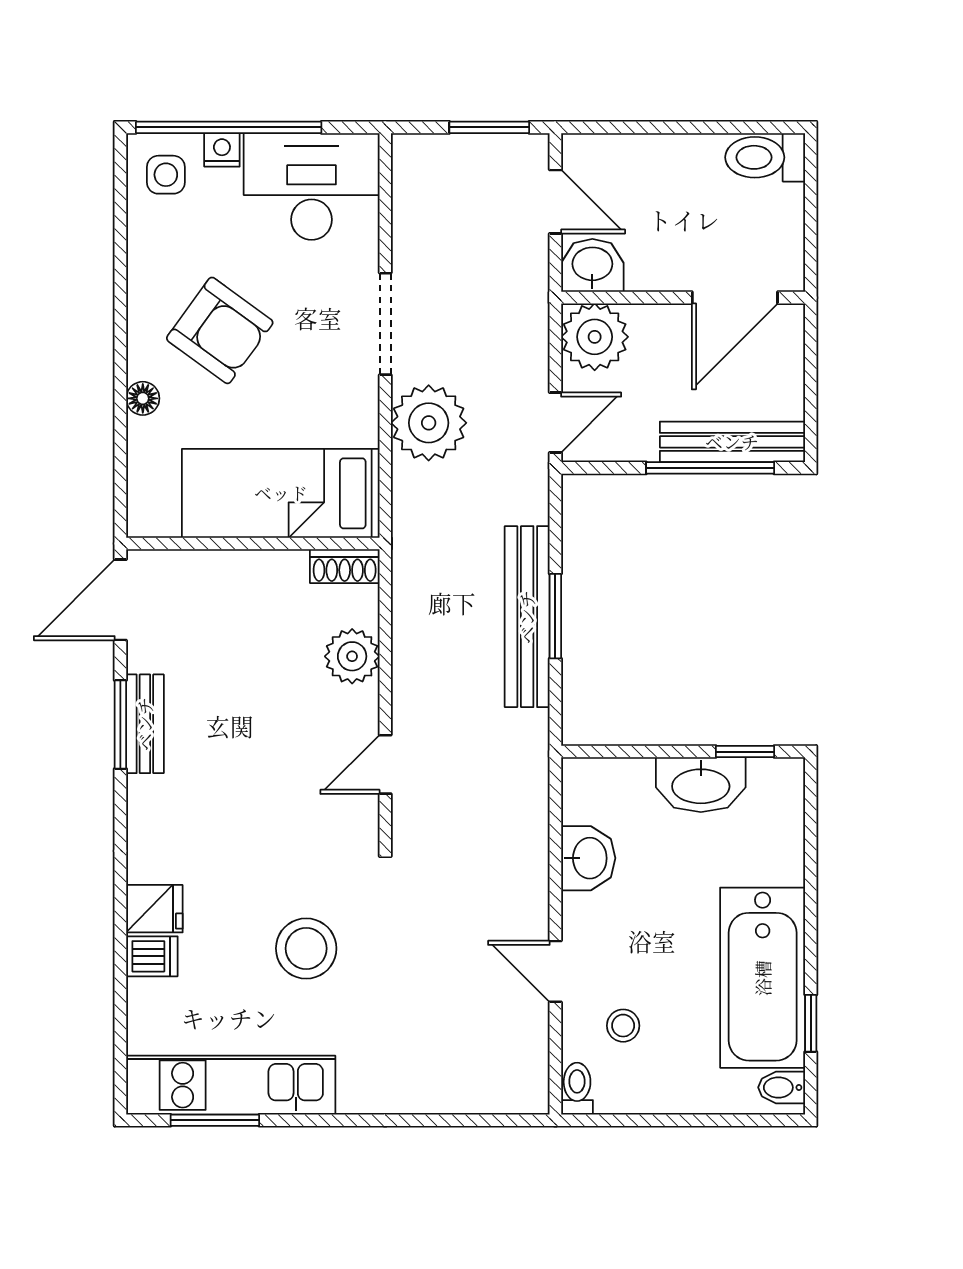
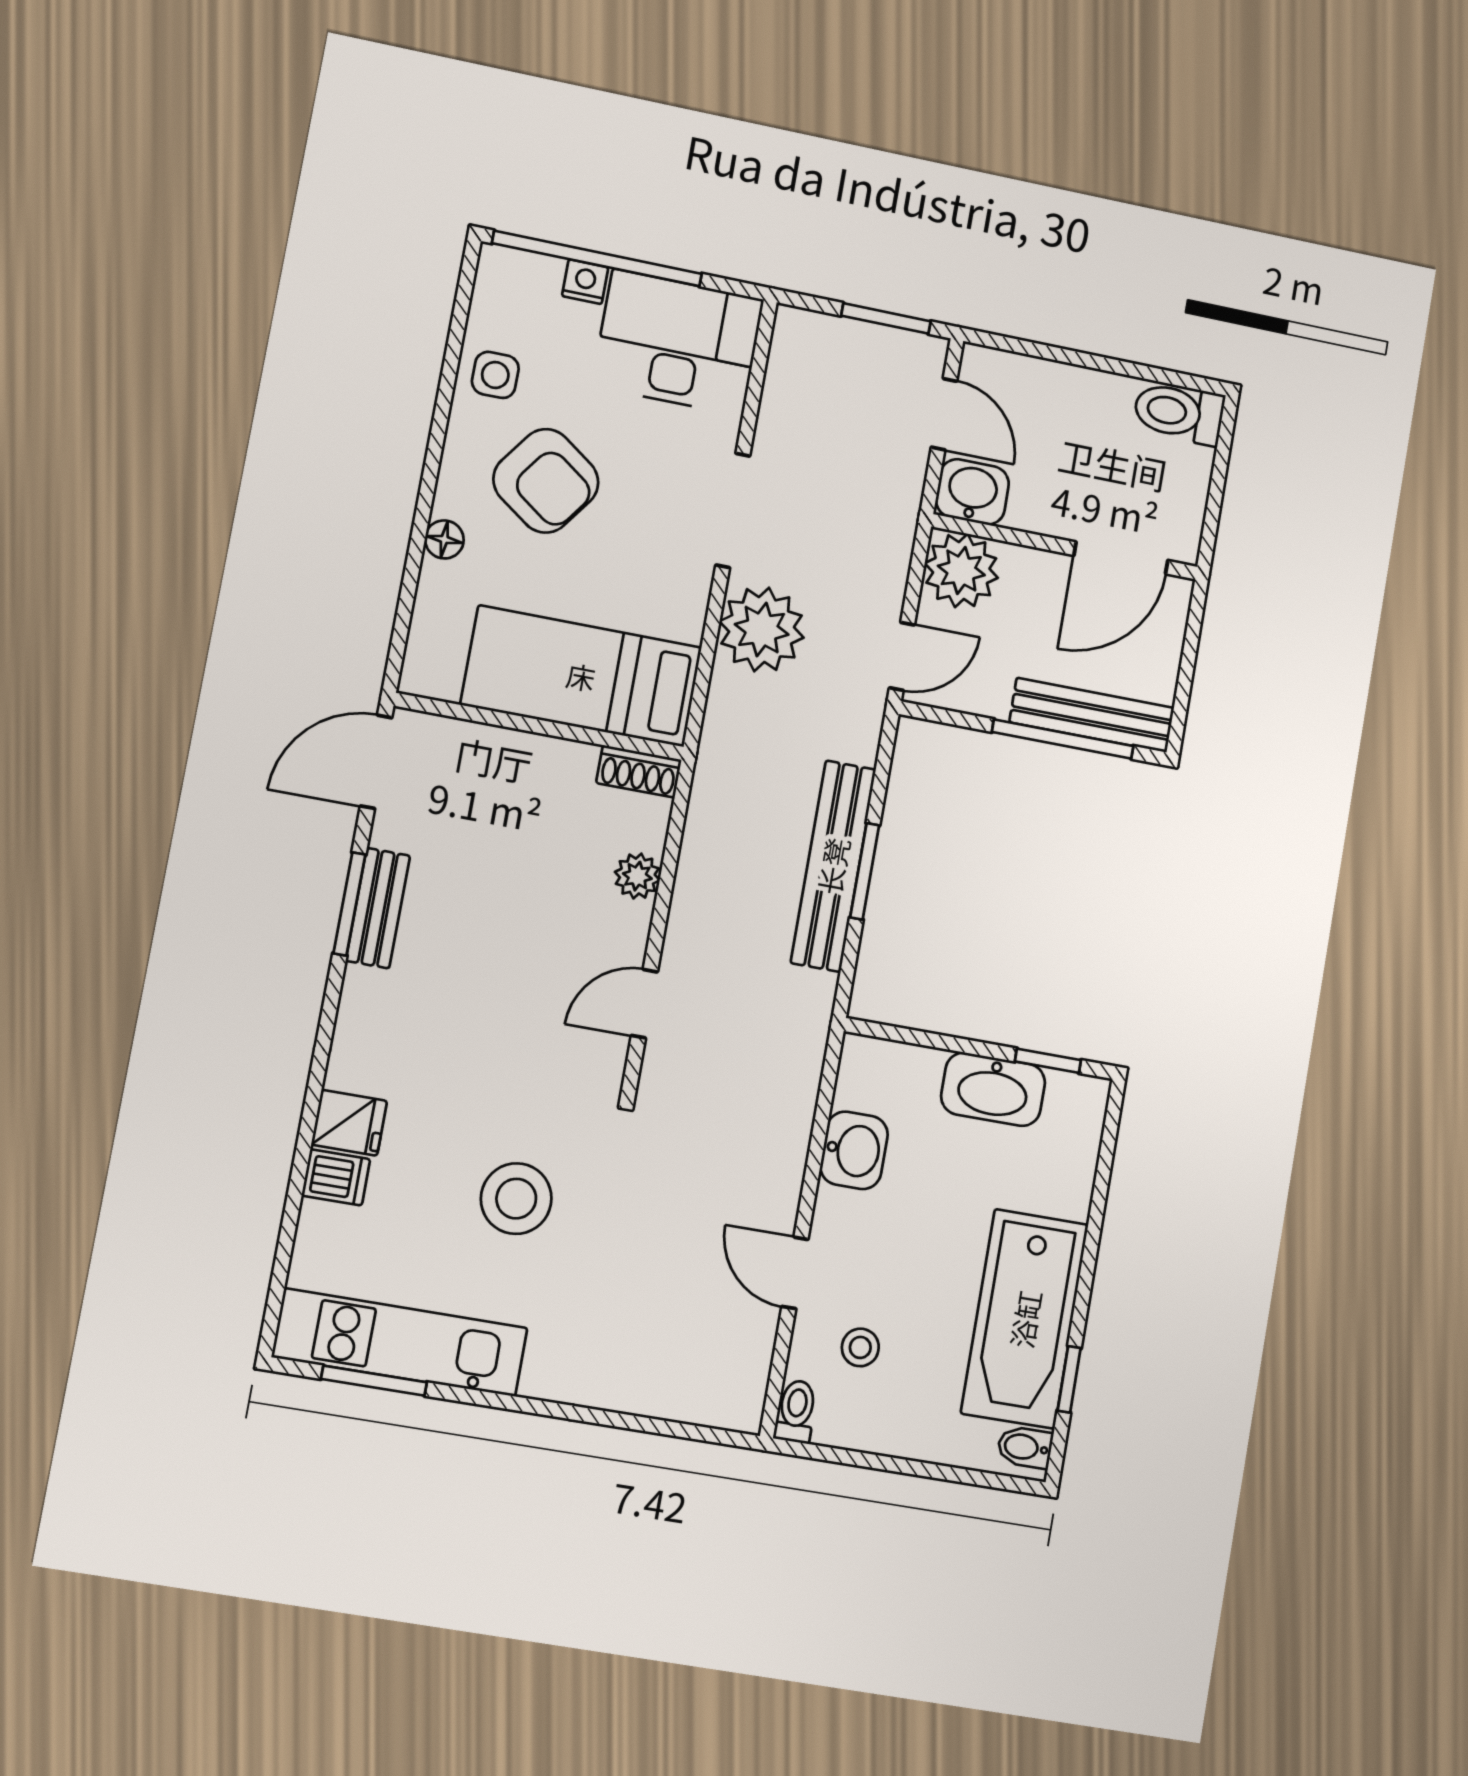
side table: (166, 175) -> (495, 375), moved
plant: (352, 656) -> (637, 876), width x0.73, depth x0.73

